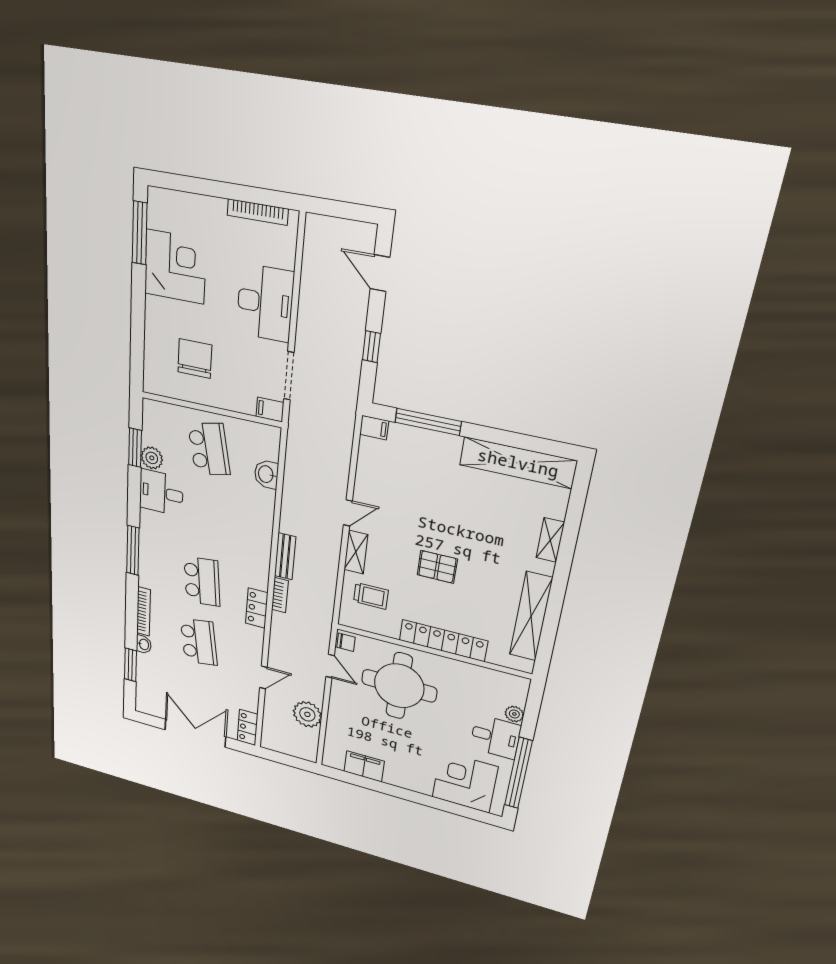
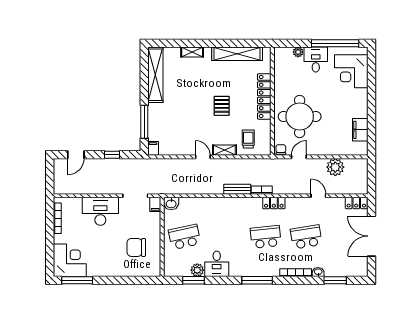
corner desk: (175, 267) -> (70, 260), moved, turned 90
washbasin: (266, 474) -> (171, 204), moved

